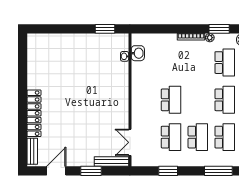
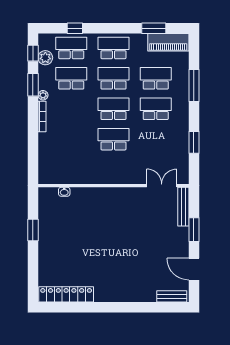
window: (105, 29) -> (33, 230), moved
washbasin: (138, 53) -> (61, 177), removed
locker: (34, 113) -> (66, 294), moved
school desk: (171, 137) -> (113, 109), moved
double door: (130, 142) -> (162, 186), swing flipped

